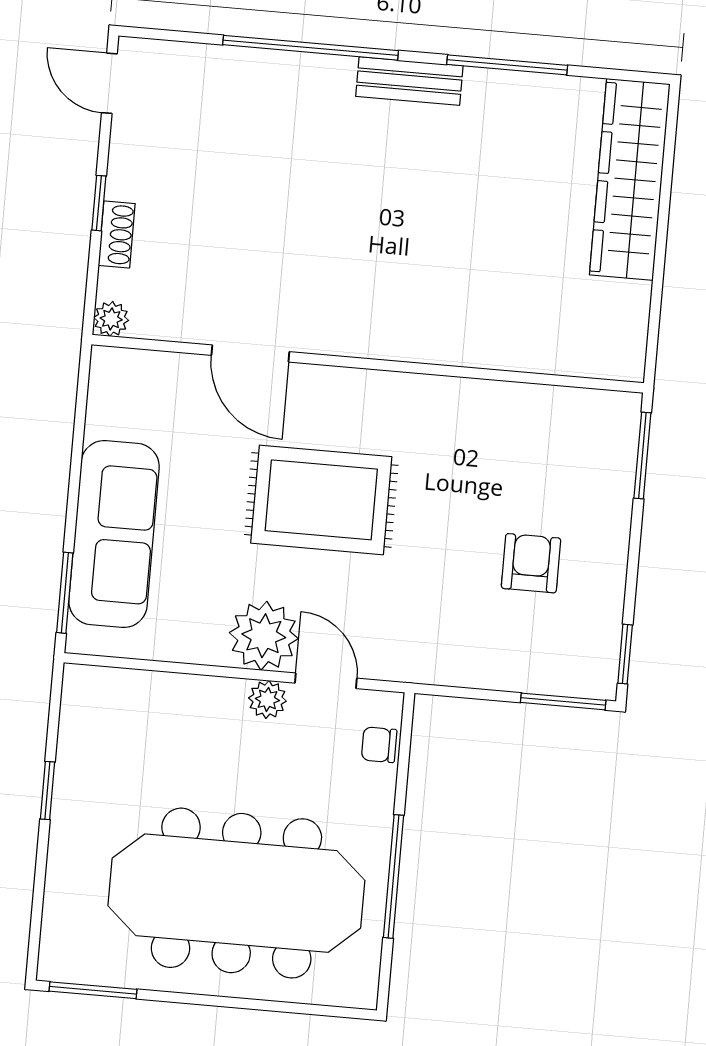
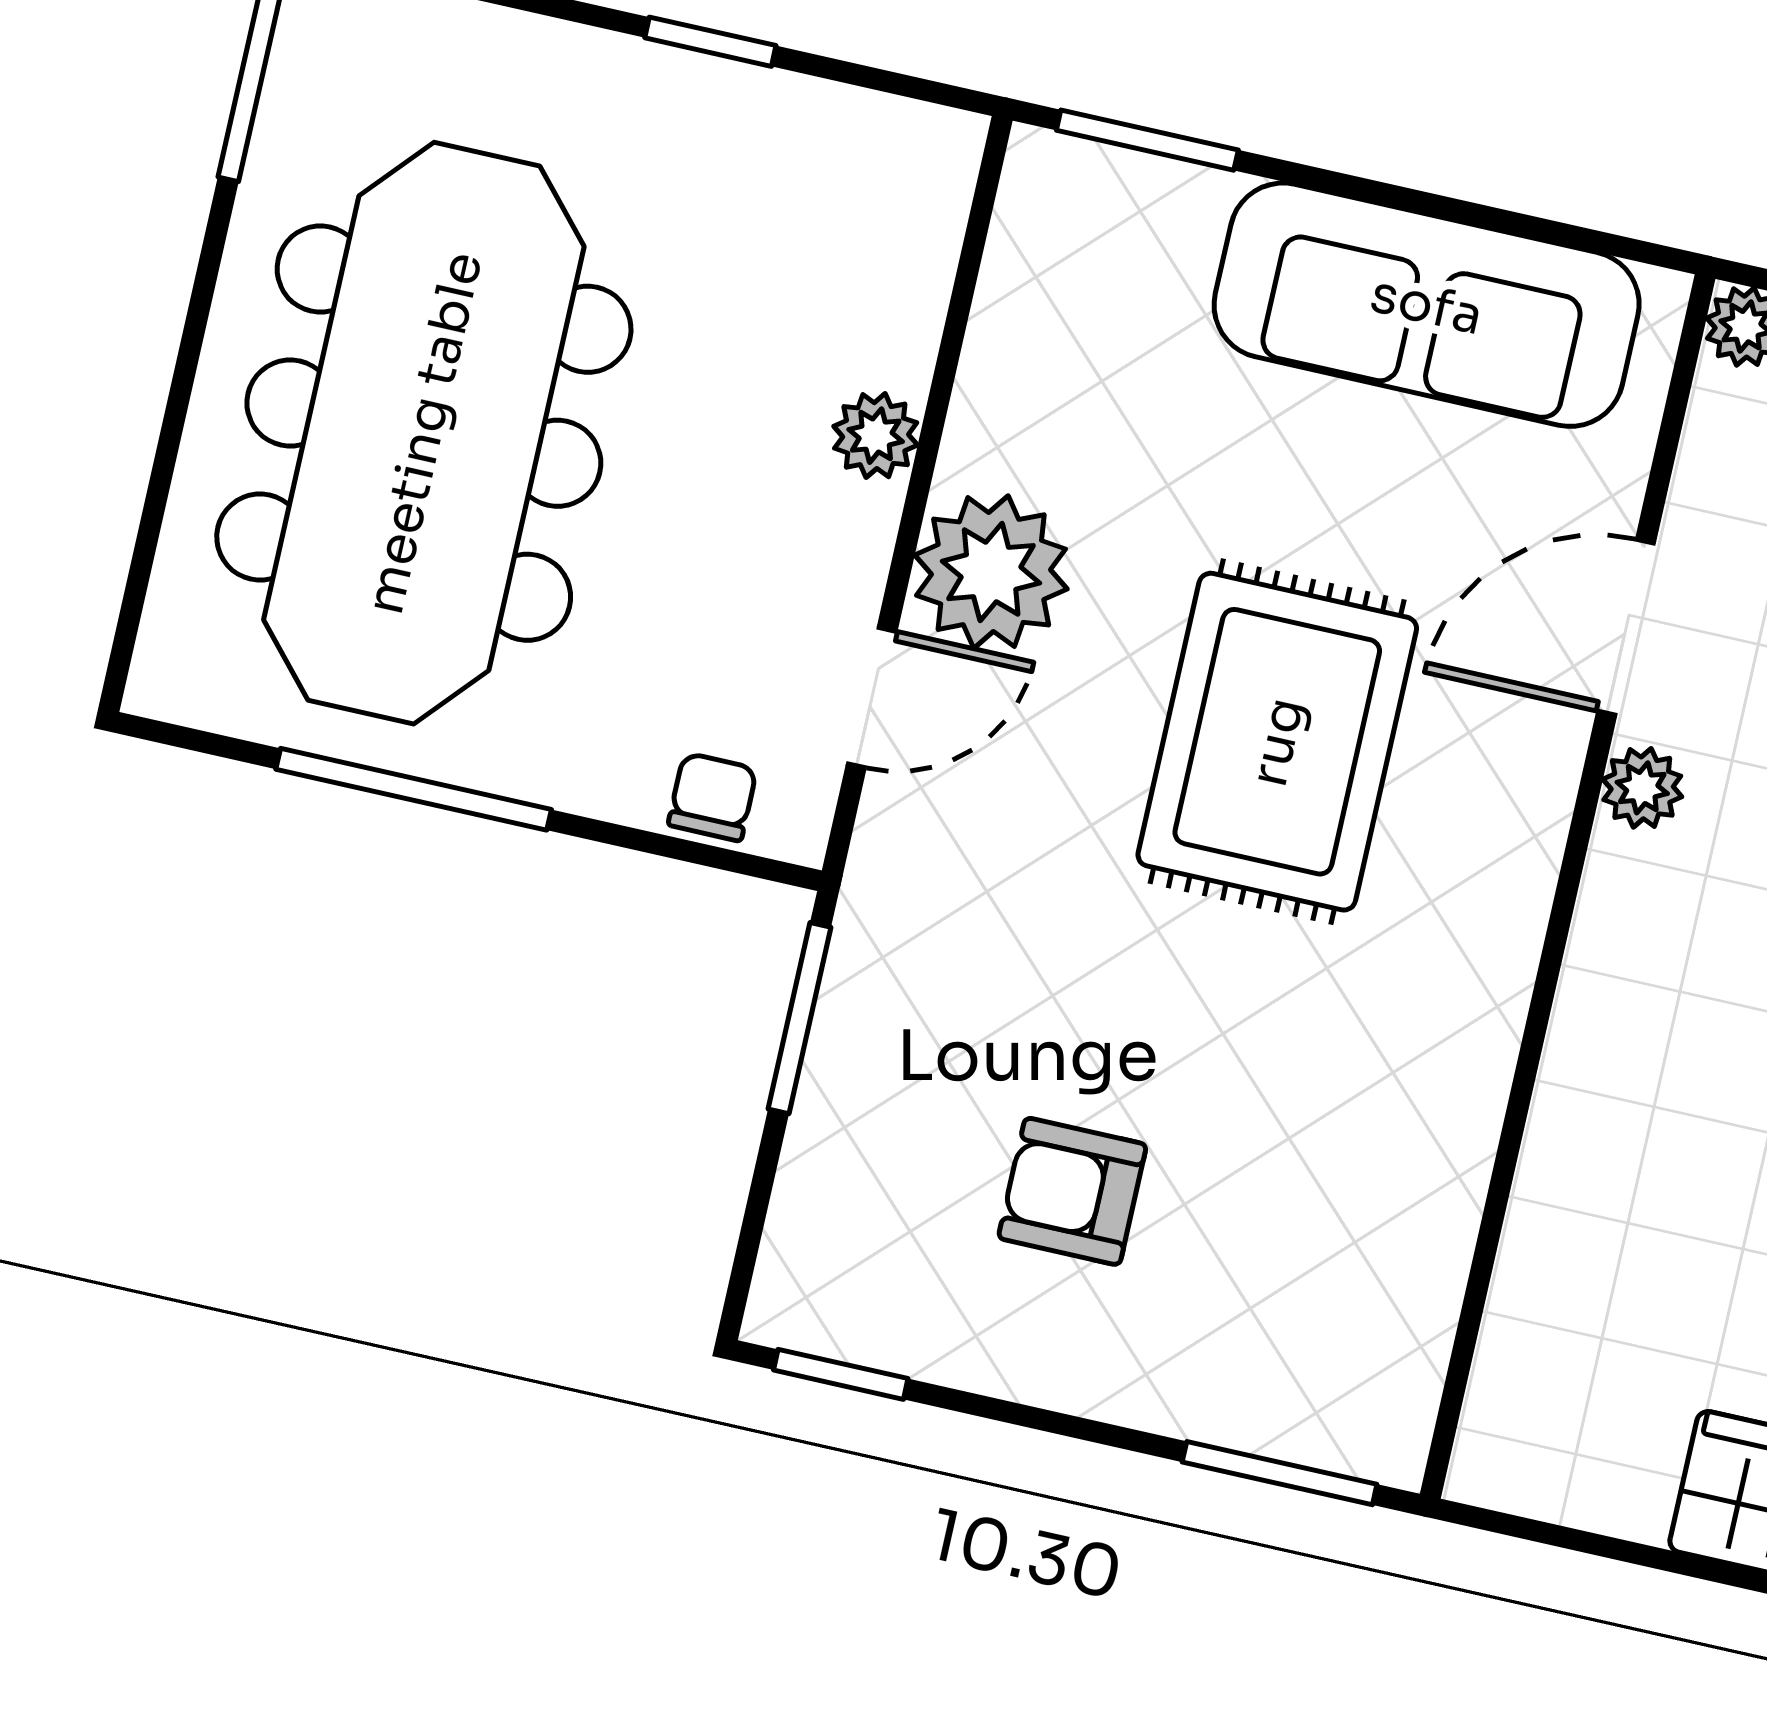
plant: (320, 337) -> (1642, 788), added
sofa: (114, 534) -> (1427, 305), moved
armchair: (531, 563) -> (1072, 1191), turned 180
plant: (267, 699) -> (876, 436), moved
window: (563, 701) -> (799, 1018), moved

